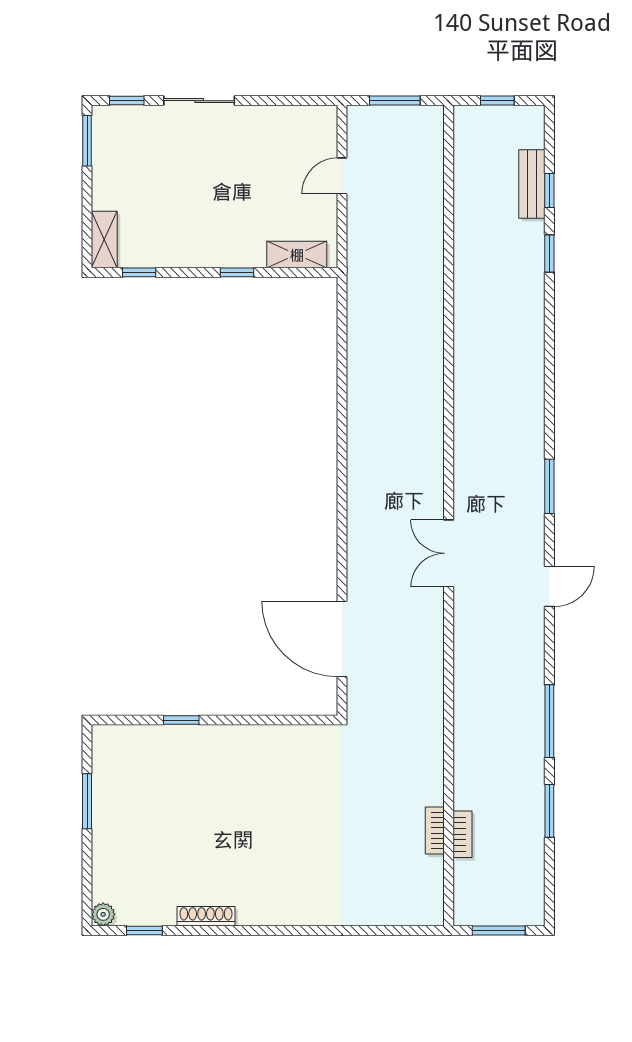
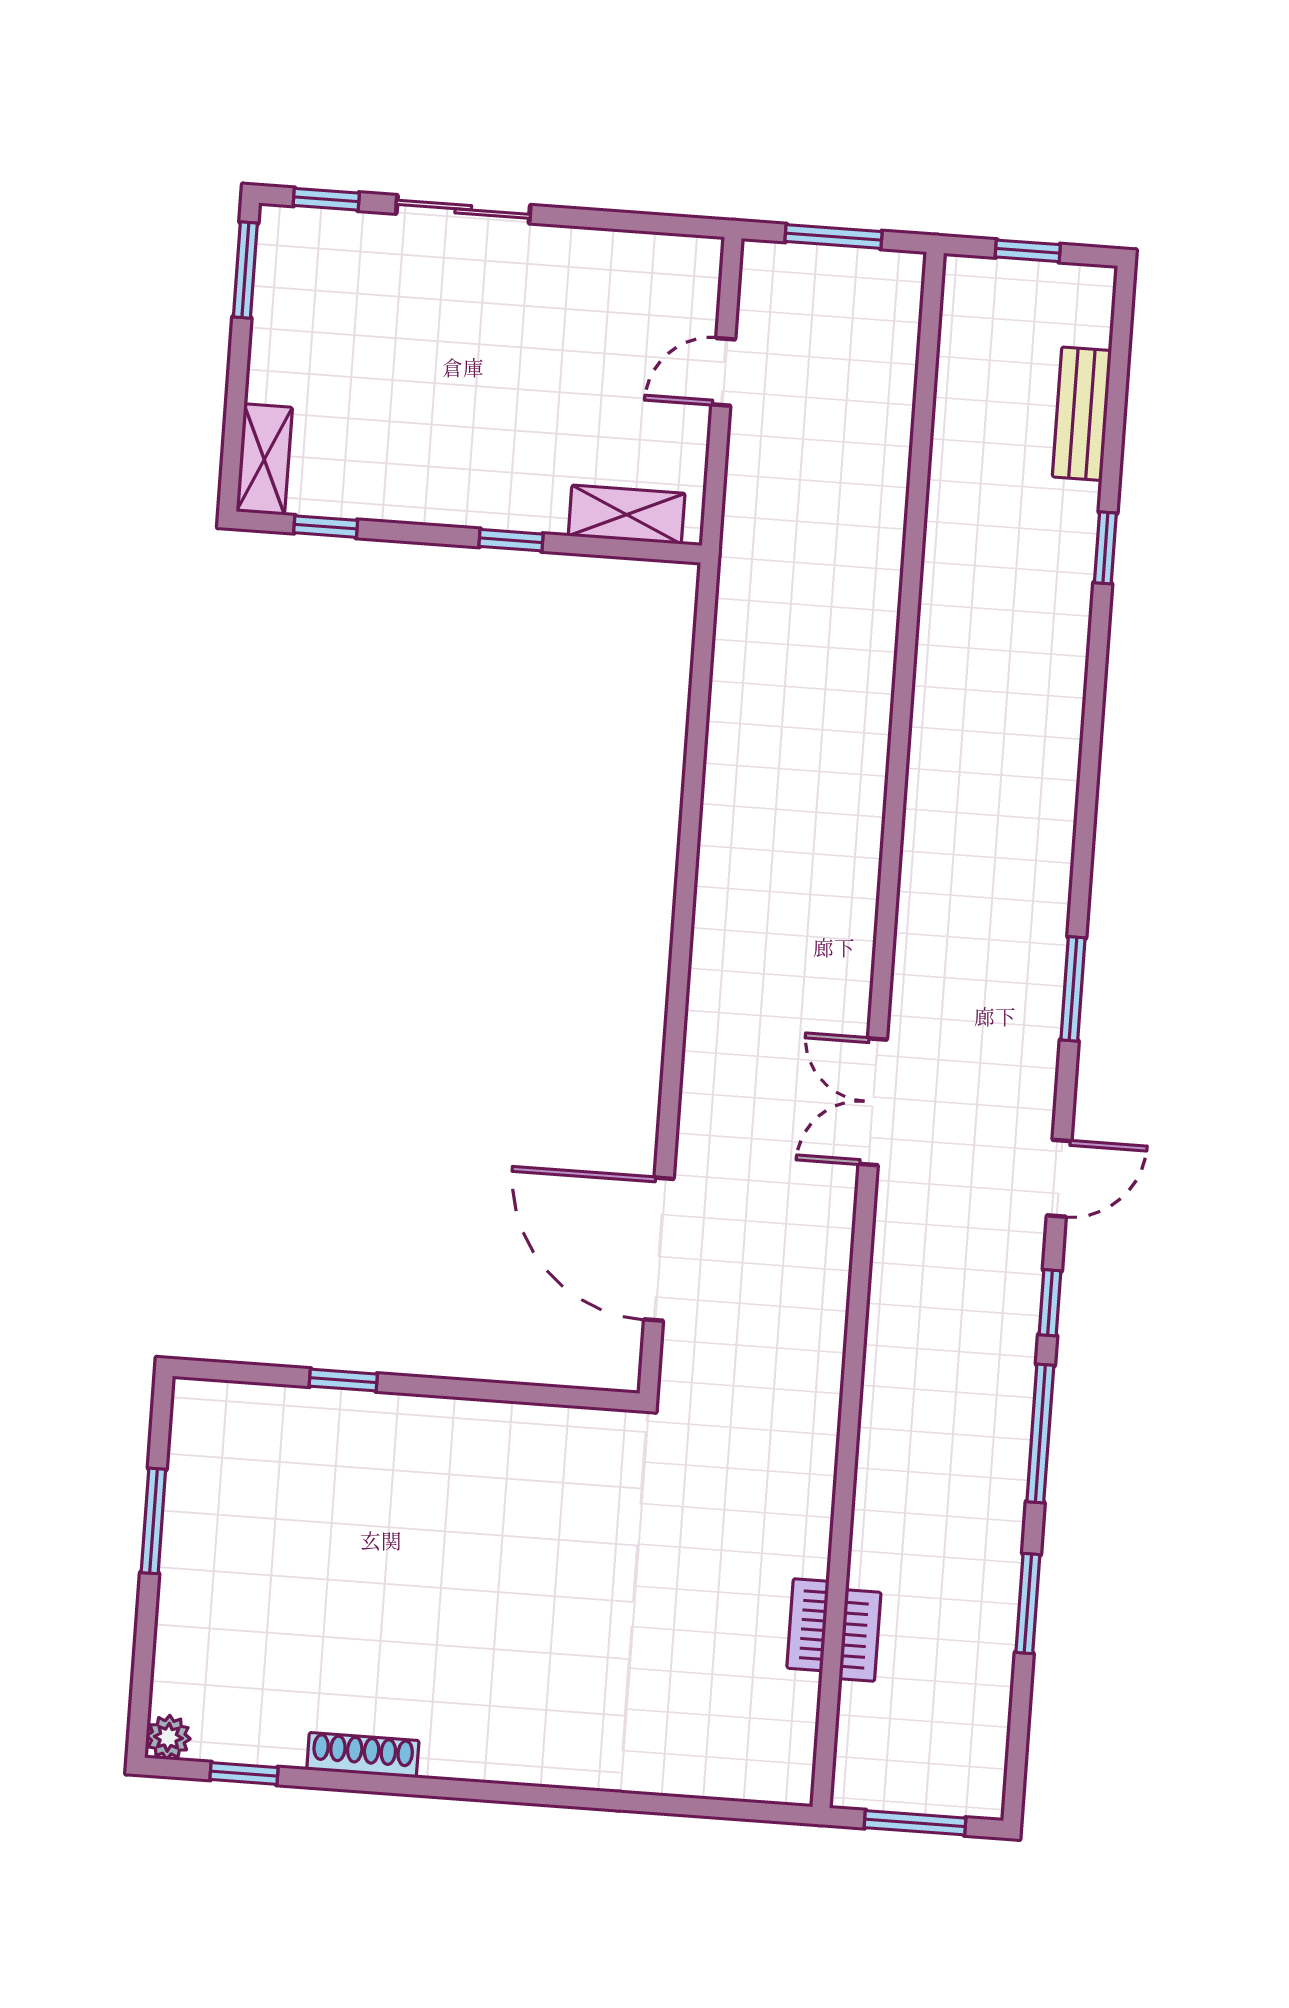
window: (549, 190) -> (1050, 1303), moved

